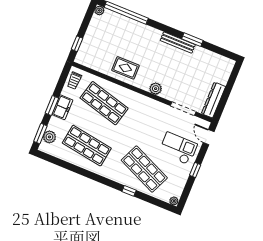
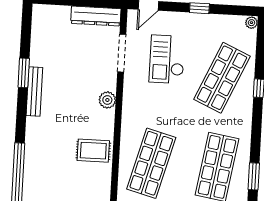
rug: (125, 68) -> (93, 151), turned 90
checkout: (178, 148) -> (167, 59), moved
window: (72, 168) -> (254, 176), added

